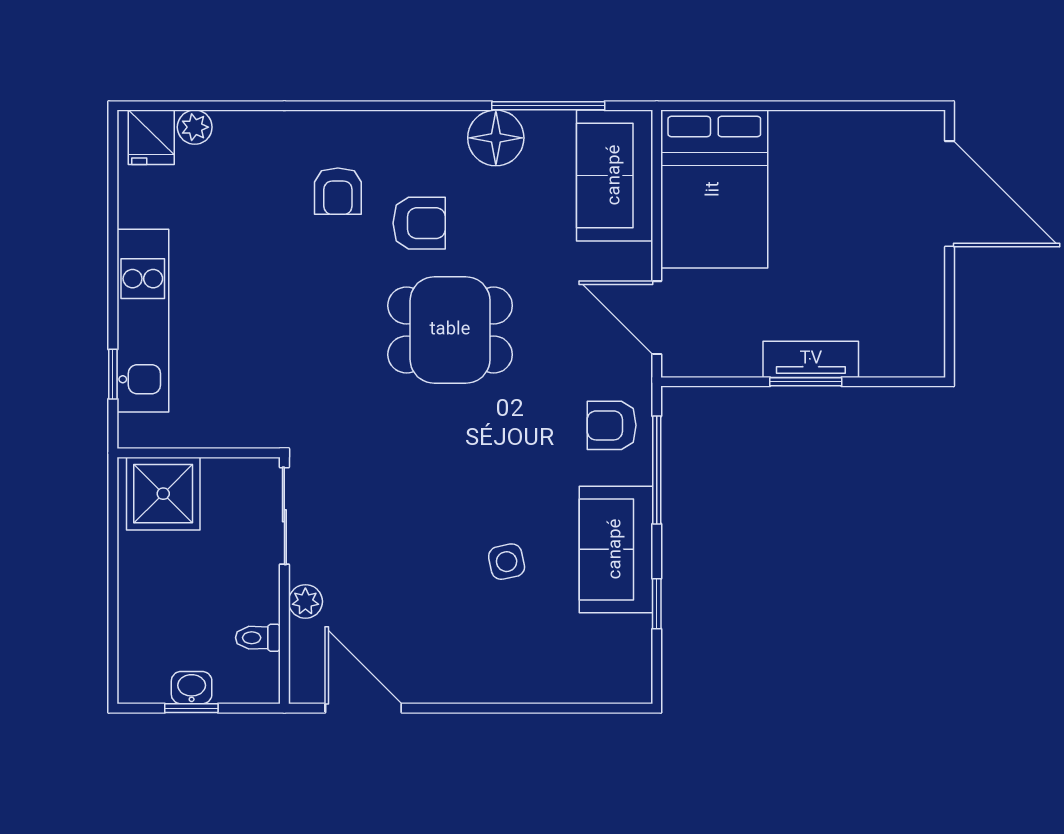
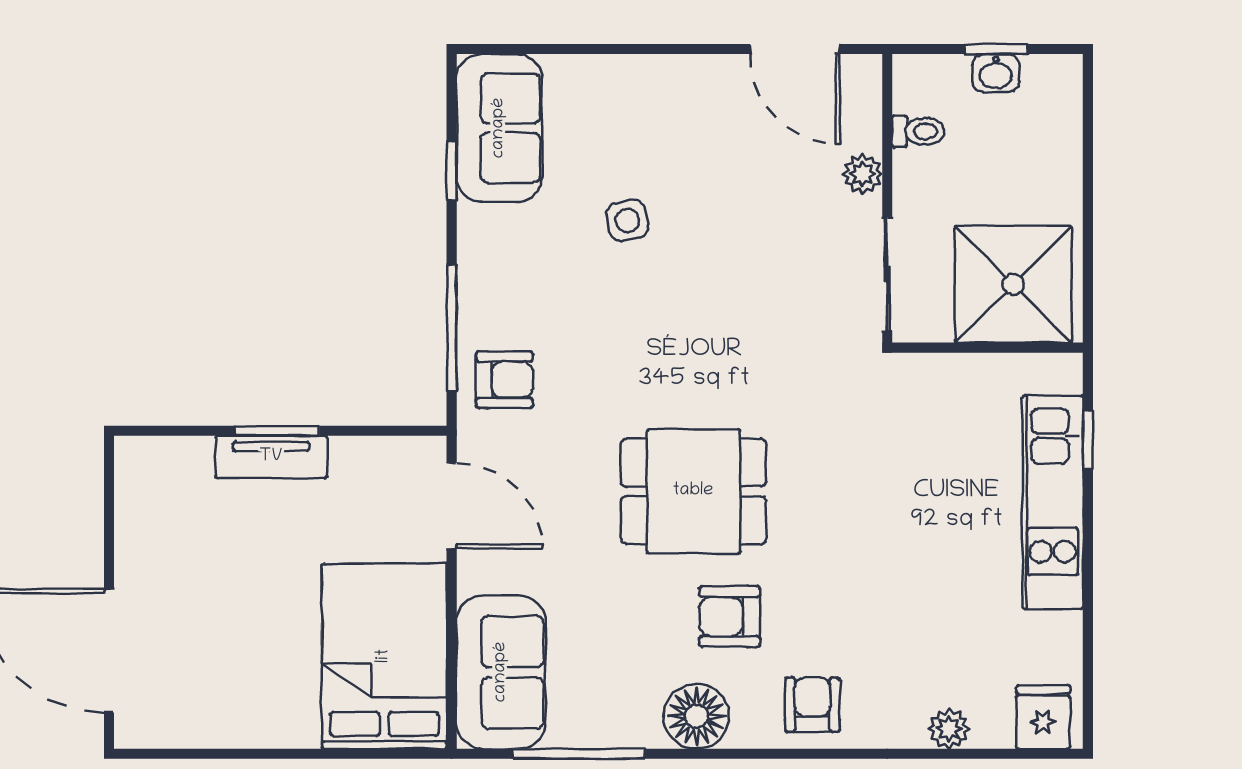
plant: (195, 127) -> (949, 729), moved
floor lamp: (496, 138) -> (696, 716), moved
armchair: (338, 191) -> (812, 705), moved
shower: (163, 494) -> (1013, 284), width x1.37, depth x1.37
sofa: (616, 549) -> (499, 128), moved

